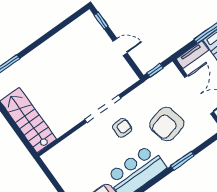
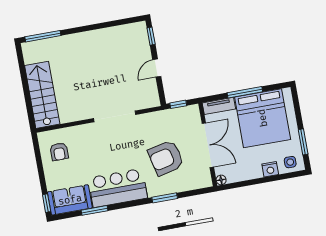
door: (120, 47) -> (157, 68), swing flipped
armchair: (122, 128) -> (59, 152), moved, turned 90

